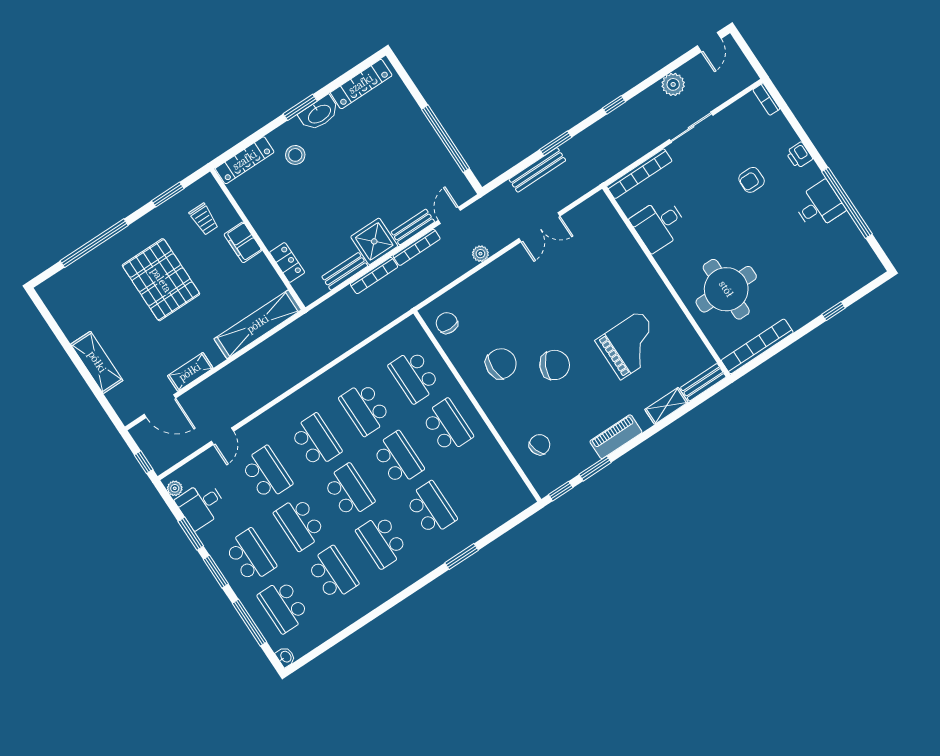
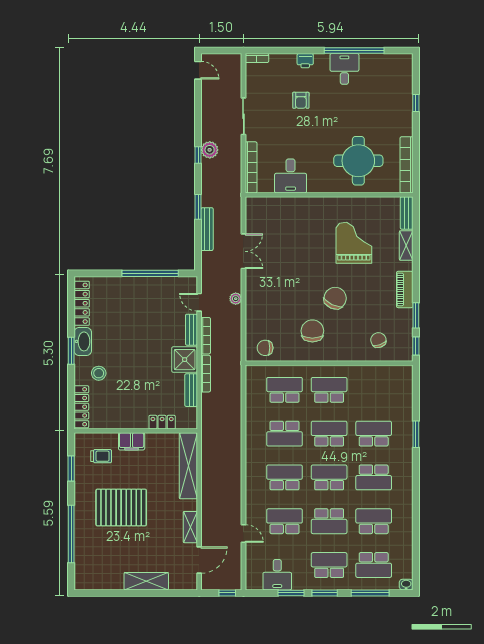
plant: (673, 84) -> (210, 150), moved
school desk: (414, 376) -> (285, 390), turned 180
plant: (175, 488) -> (256, 584), removed

